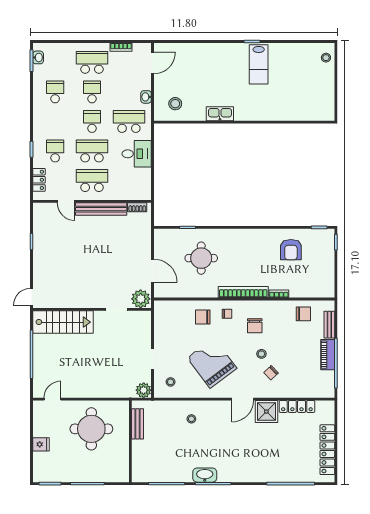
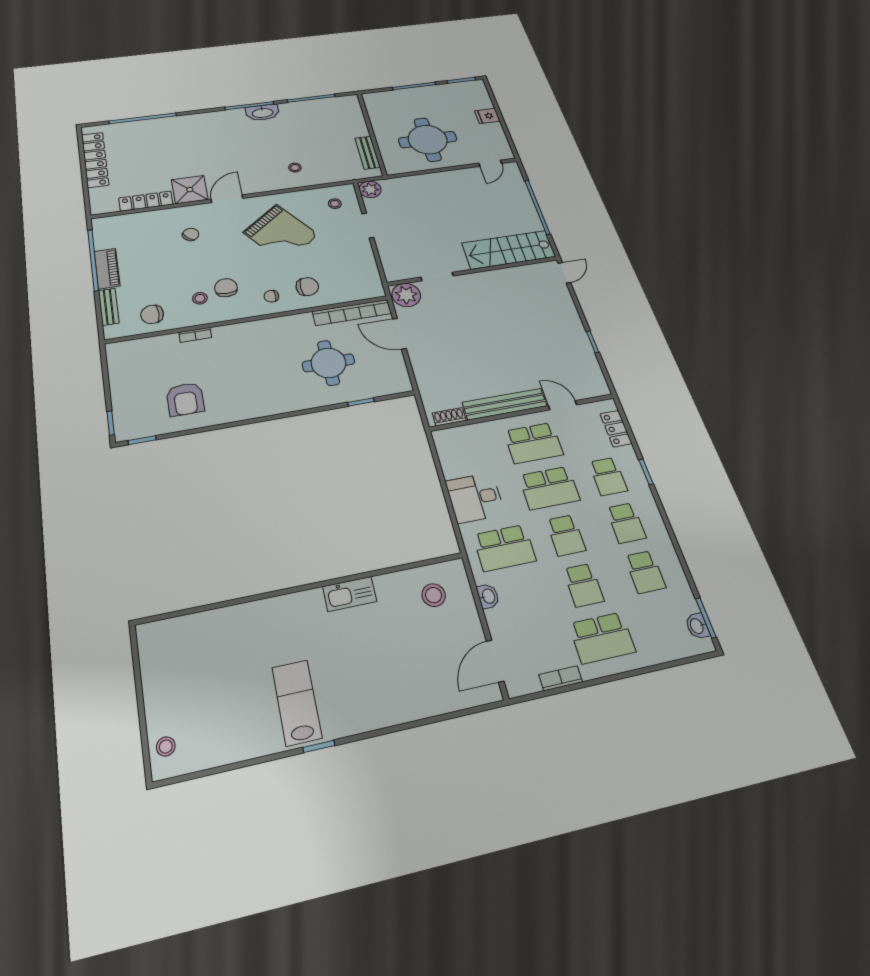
school desk: (55, 121) -> (626, 523), added
armchair: (291, 250) -> (185, 399), turned 180
bookcase: (243, 292) -> (352, 312), moved
stool: (261, 354) -> (200, 298), moved

